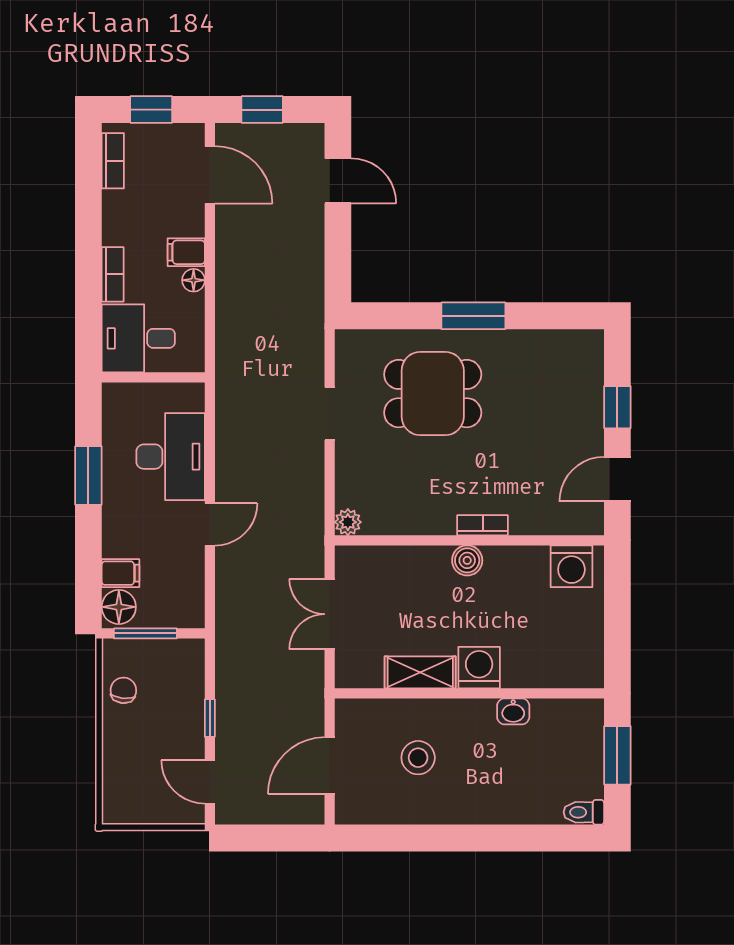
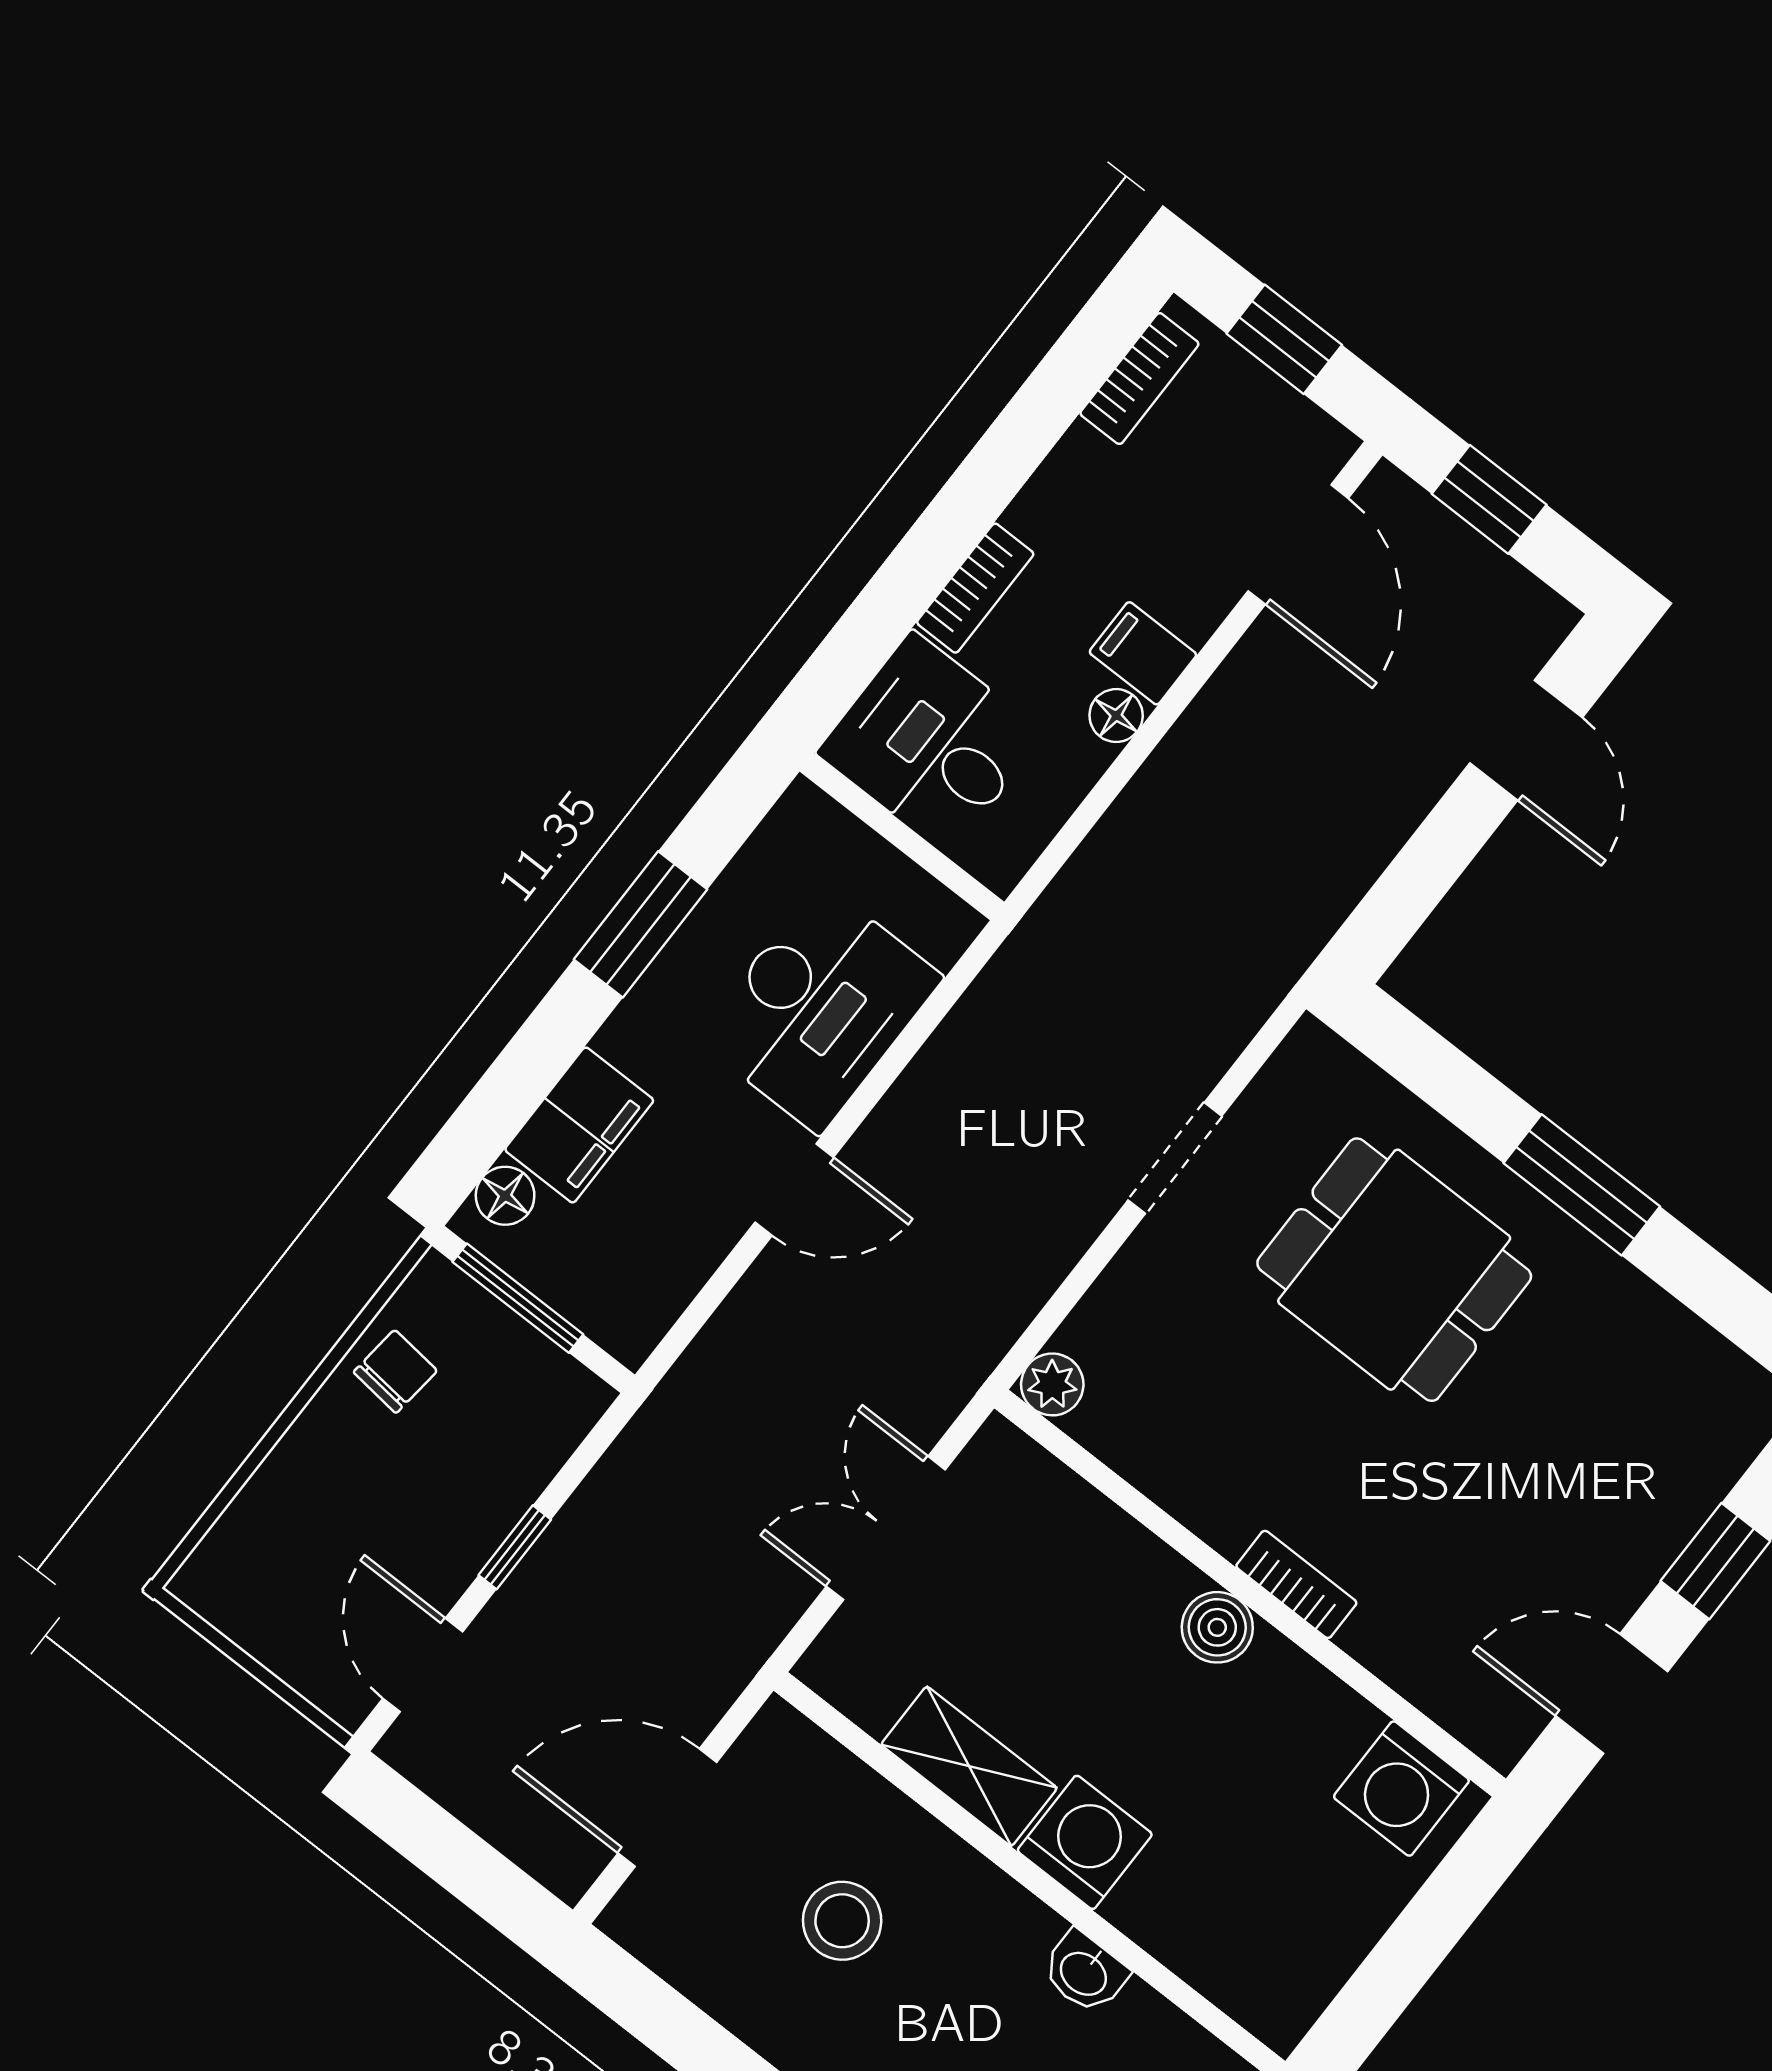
filing cabinet: (121, 573) -> (579, 1125), width x2.00
floor lamp: (119, 607) -> (505, 1196), width x0.73, depth x0.73

